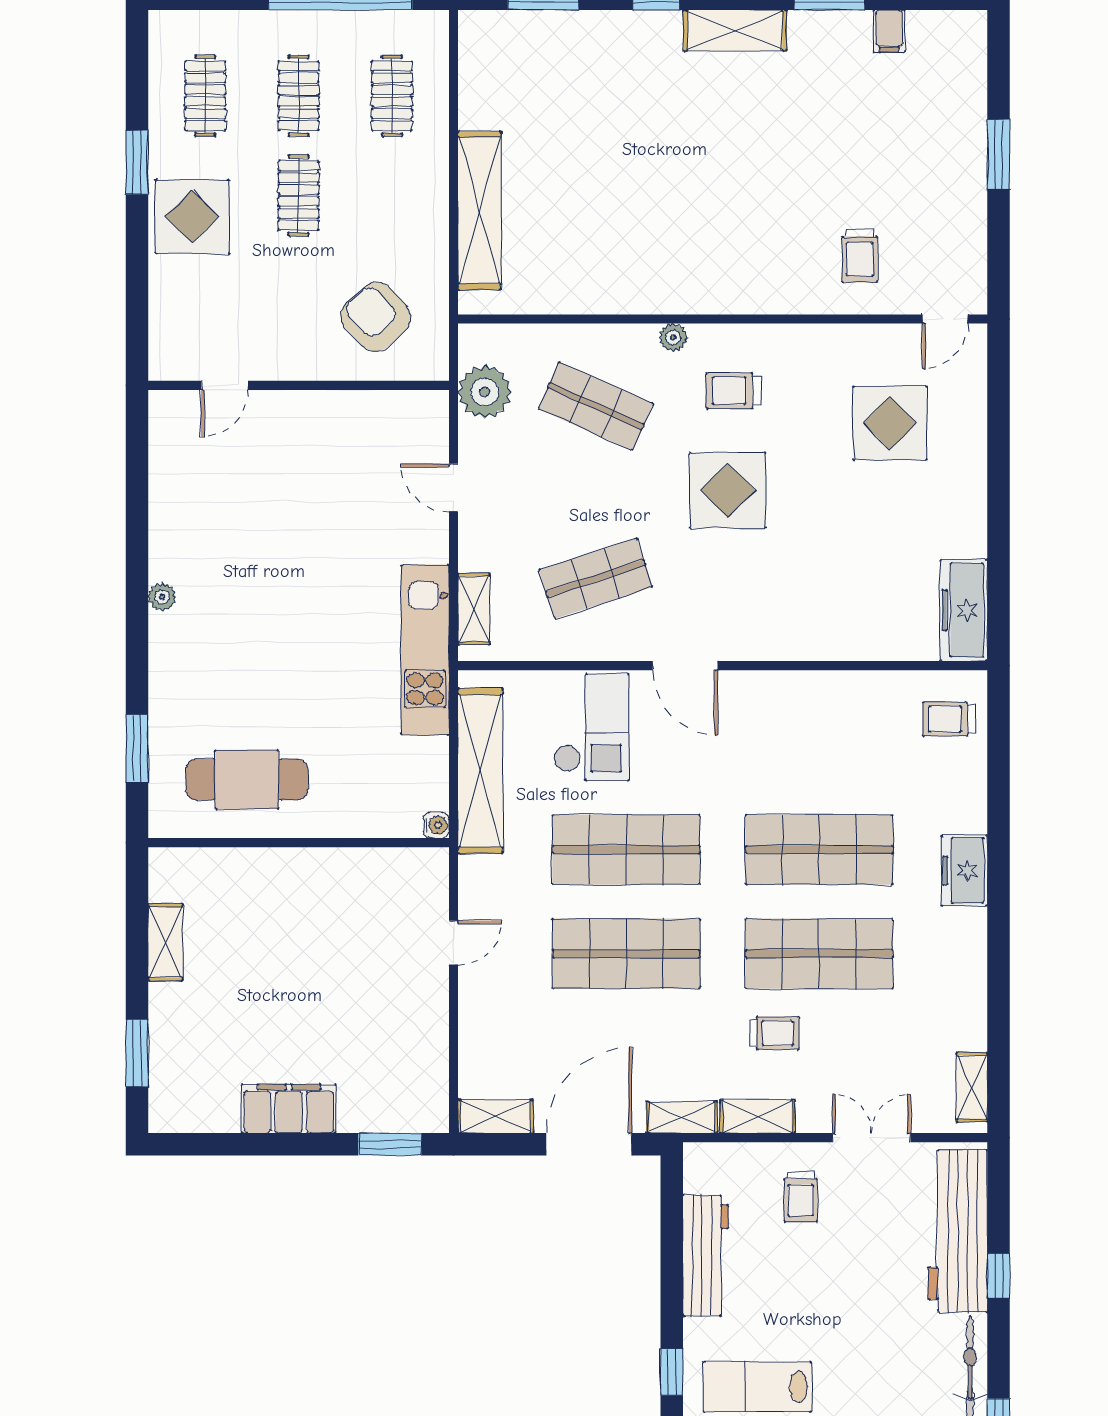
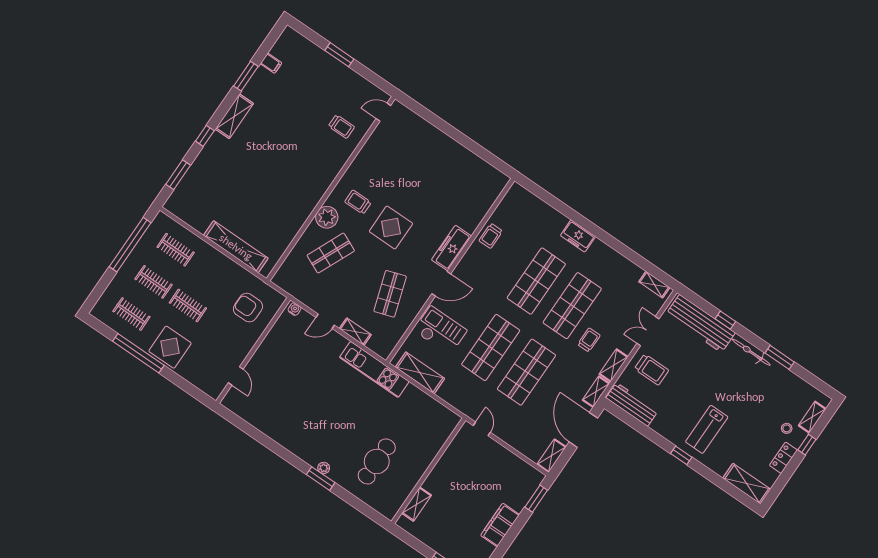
window: (137, 162) -> (138, 353), width x2.11
armchair: (376, 317) -> (248, 308), turned 43
door: (945, 319) -> (383, 112), swing flipped
plant: (673, 337) -> (327, 217), width x1.88, depth x1.88
trolley: (733, 391) -> (358, 202), turned 90
plant: (485, 392) -> (300, 288), removed
display table: (890, 423) -> (406, 156), removed
plant: (162, 597) -> (324, 468), moved
shelving: (474, 609) -> (355, 332), moved
freezer: (964, 610) -> (452, 248), moved, turned 90
trolley: (949, 719) -> (491, 236), moved
window: (137, 748) -> (321, 479), moved
shelving: (480, 771) -> (420, 373), width x0.68
water cooler: (436, 825) -> (295, 309), moved
wall: (299, 843) -> (428, 471), moved
shelving: (165, 942) -> (417, 504), moved, turned 90
trolley: (801, 1197) -> (652, 370), width x1.36, depth x1.39
workbench: (706, 1255) -> (632, 404), moved

